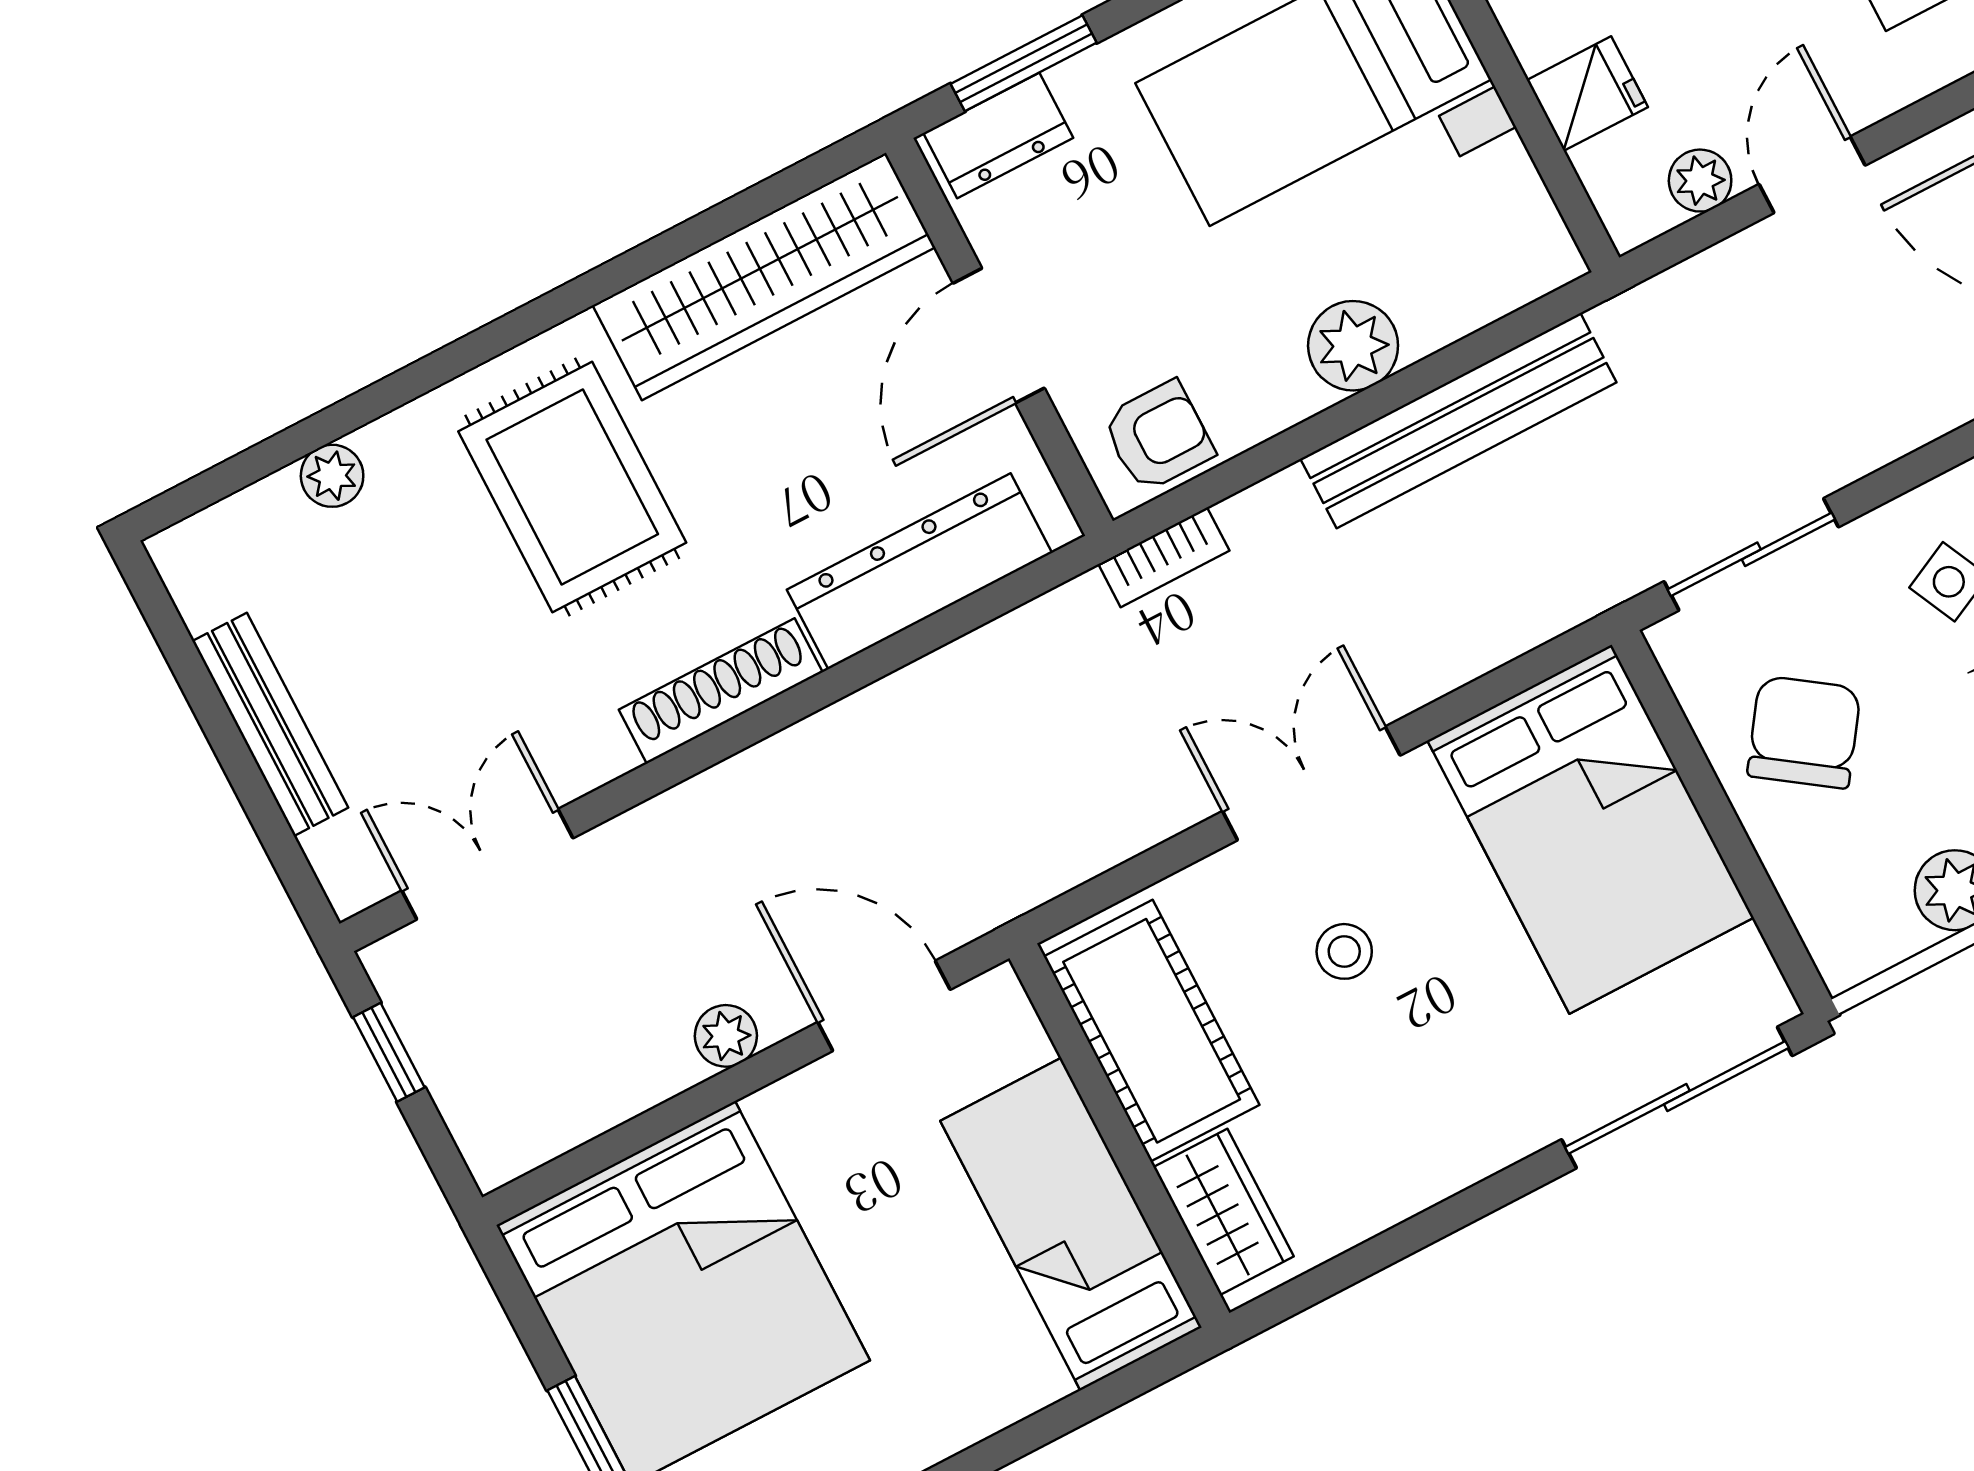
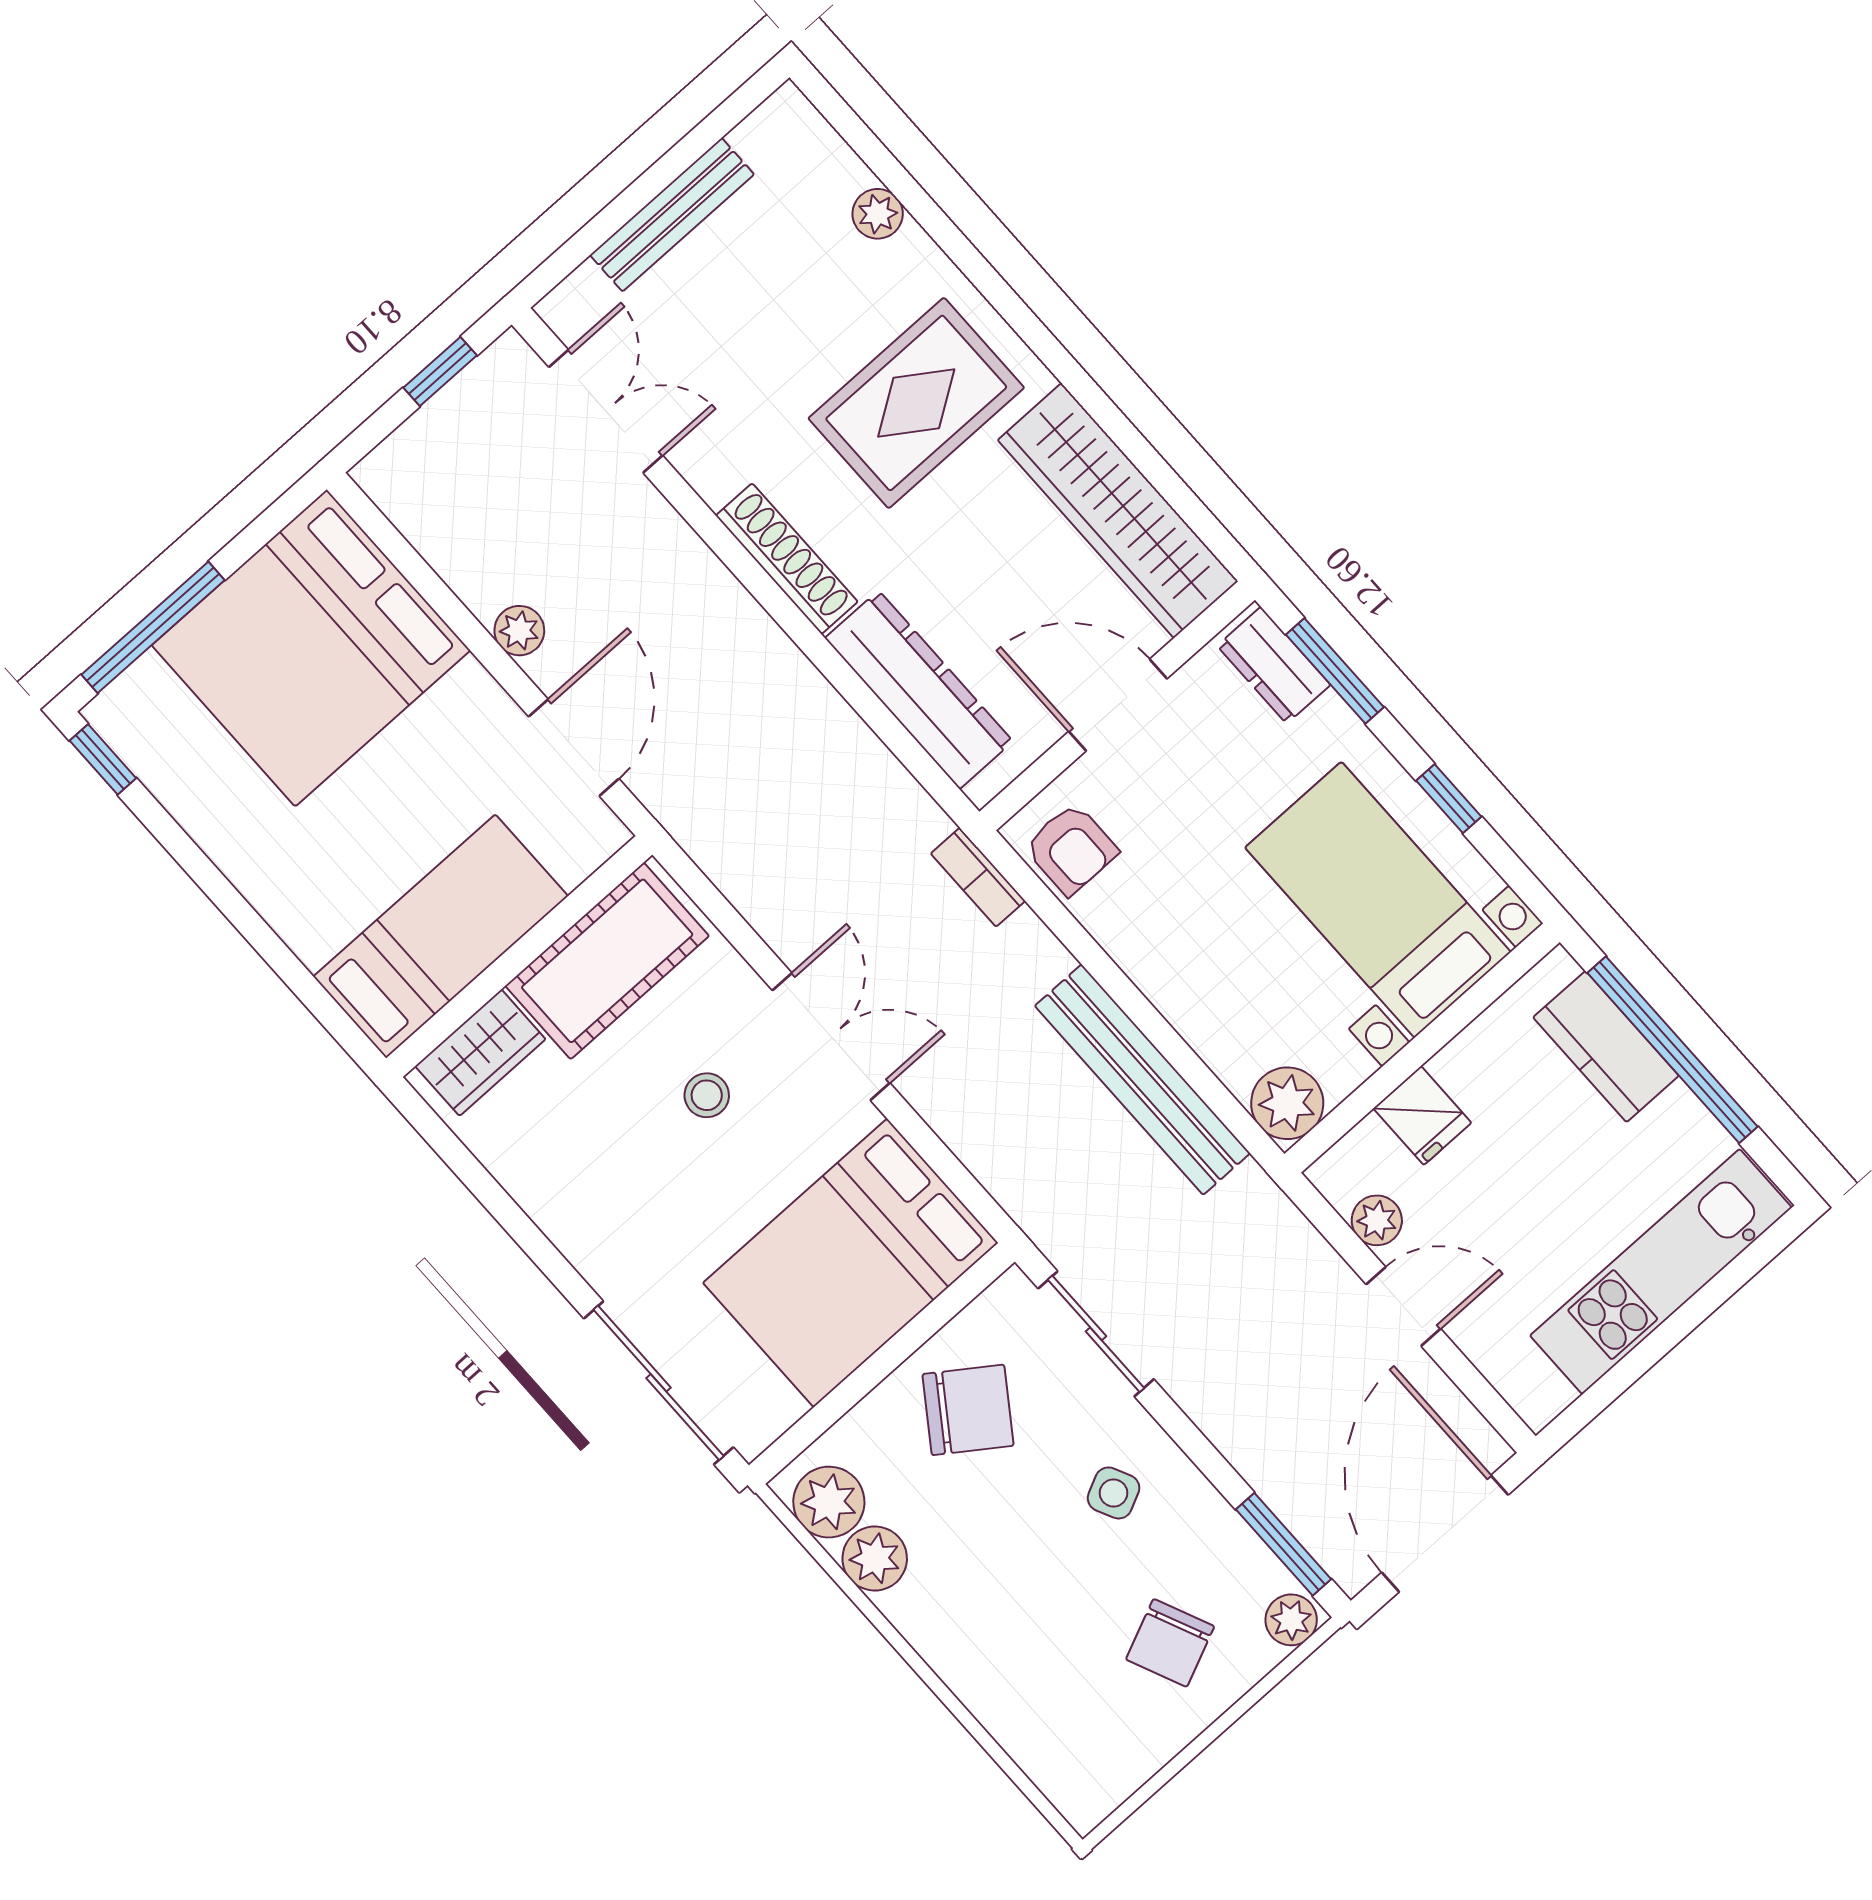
plant: (1353, 346) -> (1287, 1103), moved
plant: (1873, 928) -> (829, 1502), added

